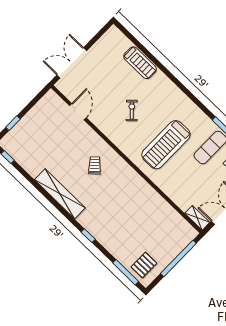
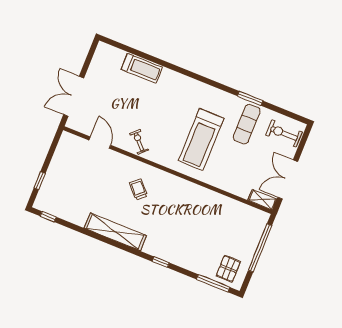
exercise bike: (132, 111) -> (139, 142), moved

